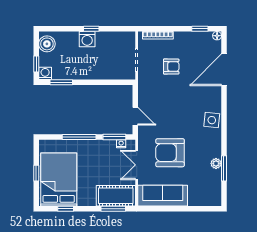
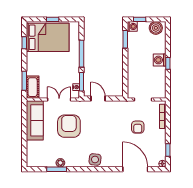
door: (135, 116) -> (98, 98), swing flipped
cot: (116, 196) -> (33, 87), width x0.73, depth x0.75

